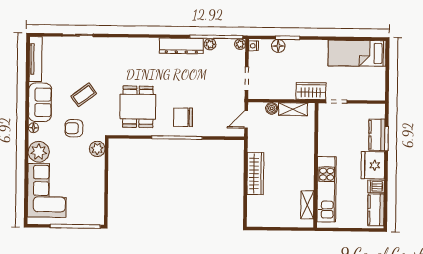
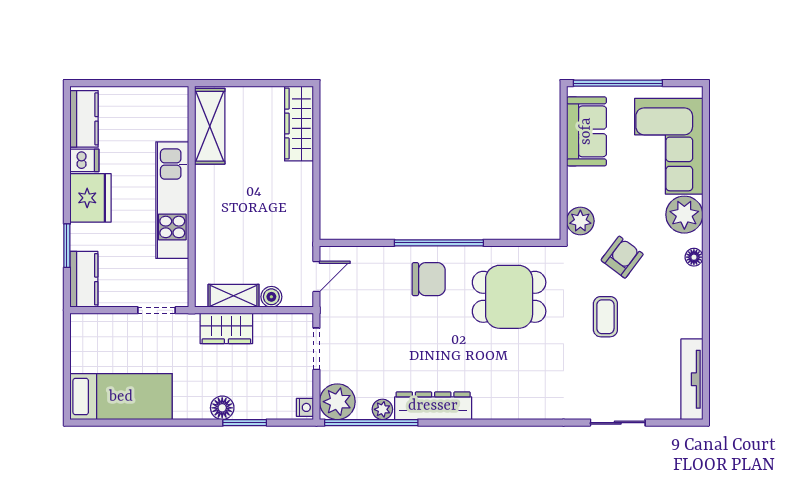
plant: (240, 44) -> (337, 402), width x1.88, depth x1.88
floor lamp: (278, 46) -> (222, 408), moved
wardrobe: (311, 91) -> (226, 328), moved
coffee table: (84, 95) -> (605, 317), turned -53
sofa: (40, 102) -> (586, 131), moved, turned 180
dining table: (138, 107) -> (509, 297), turned 90
armchair: (74, 128) -> (622, 257), turned -53
kitchen counter: (377, 135) -> (84, 279), moved
wardrobe: (255, 173) -> (299, 124), moved
kitchen unit: (326, 189) -> (172, 200), moved
shelving: (307, 205) -> (210, 126), width x1.50, depth x1.33

